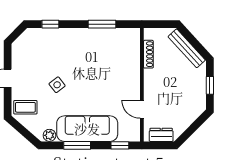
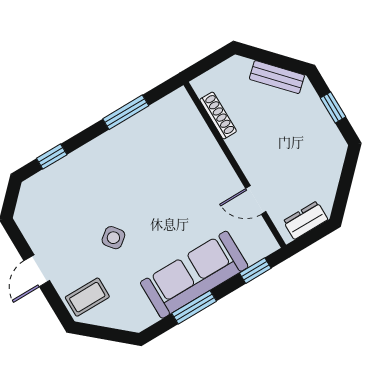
bench: (187, 48) -> (277, 77), width x0.73
plant: (49, 135) -> (146, 317), removed

